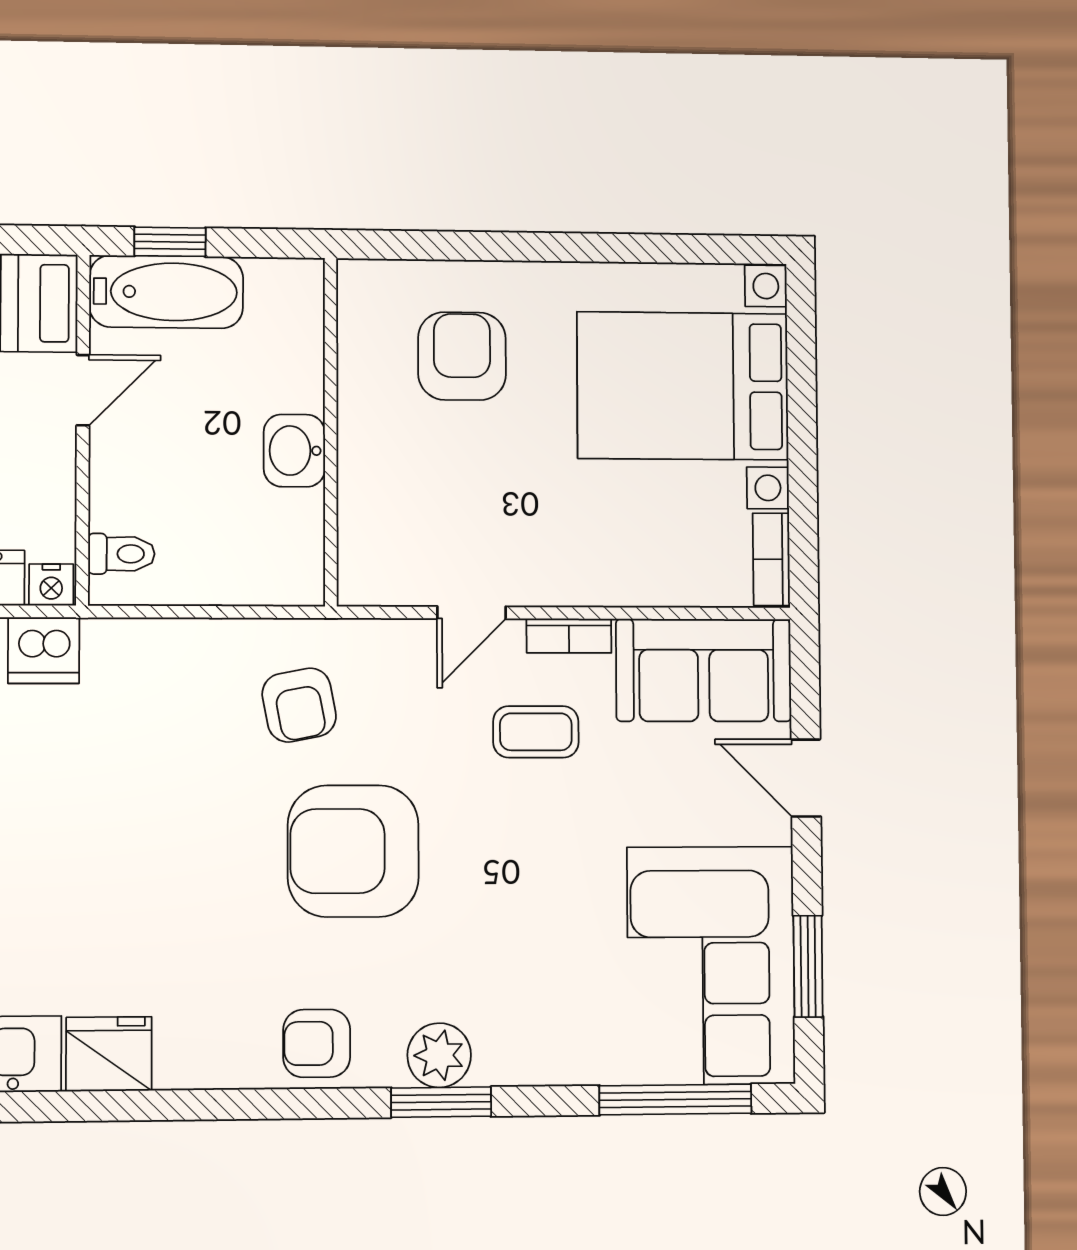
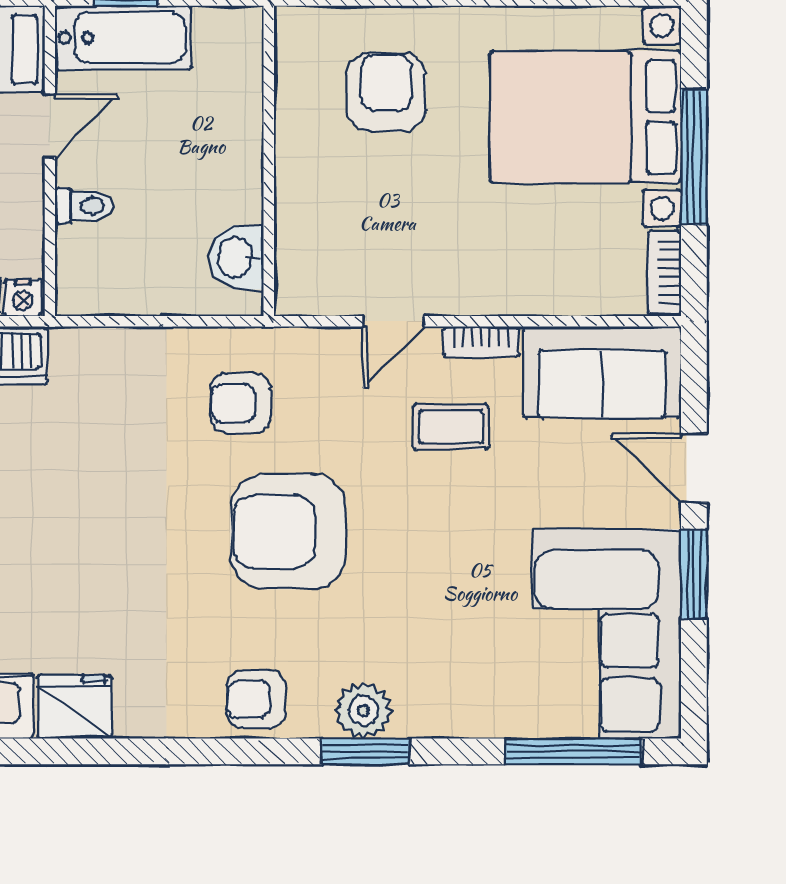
window: (802, 431) -> (694, 157), added
washbasin: (294, 451) -> (236, 257), moved
toilet: (121, 554) -> (84, 206), moved
armchair: (299, 705) -> (241, 403), turned 101
window: (808, 966) -> (694, 574), moved

